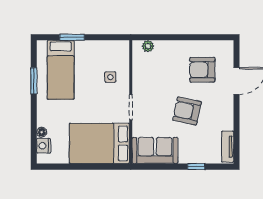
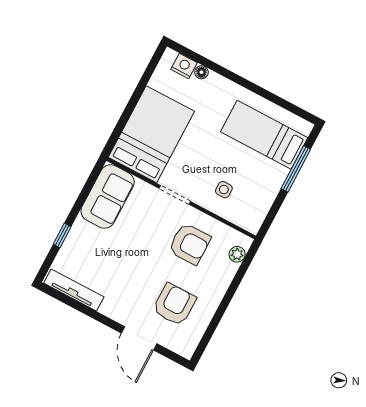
window: (72, 37) -> (296, 169), width x1.44
window: (34, 81) -> (268, 95), removed
armchair: (187, 111) -> (190, 244), moved, turned 78
tv unit: (228, 147) -> (74, 290), width x1.41

